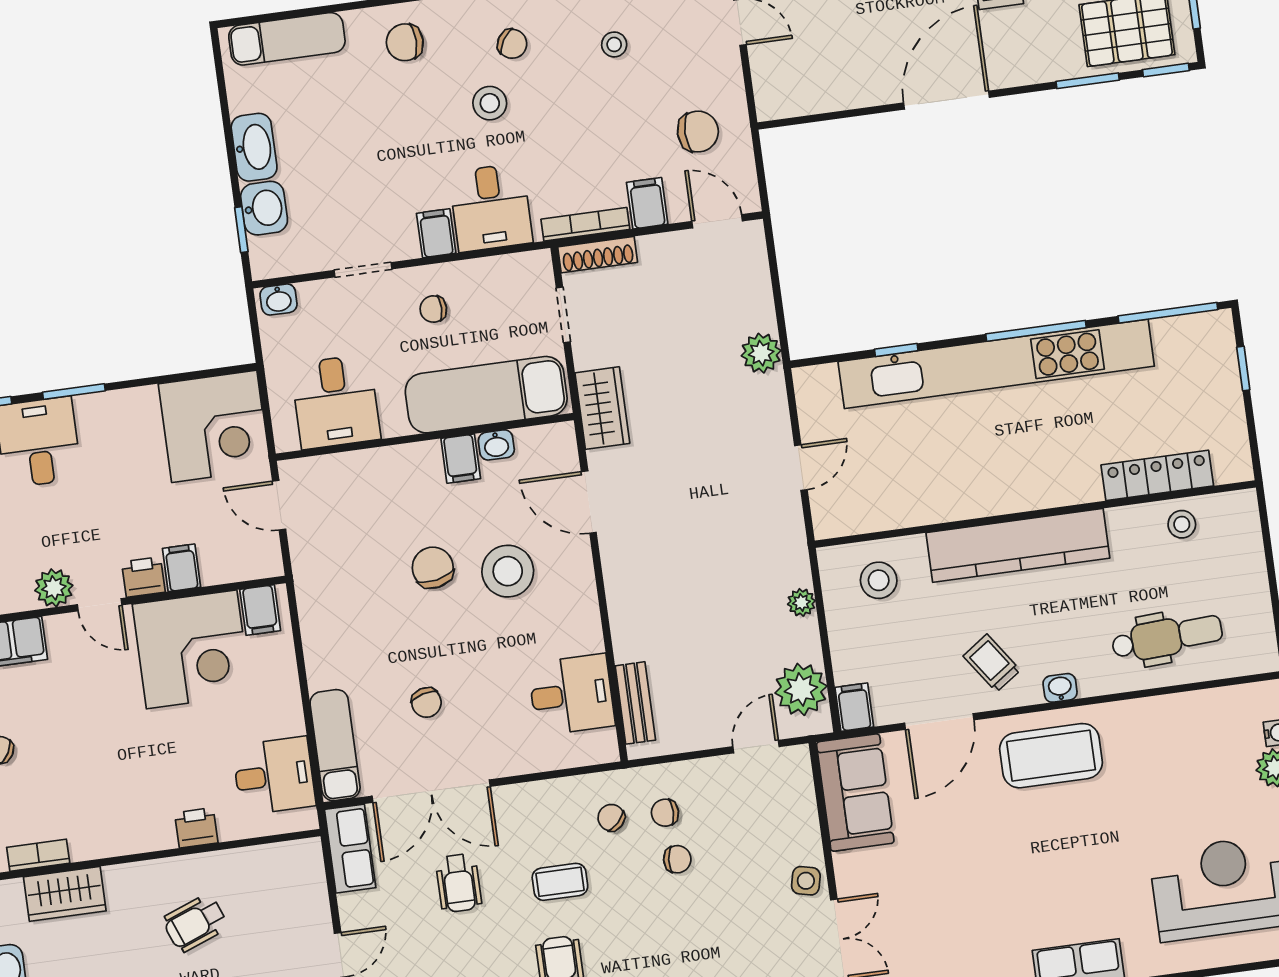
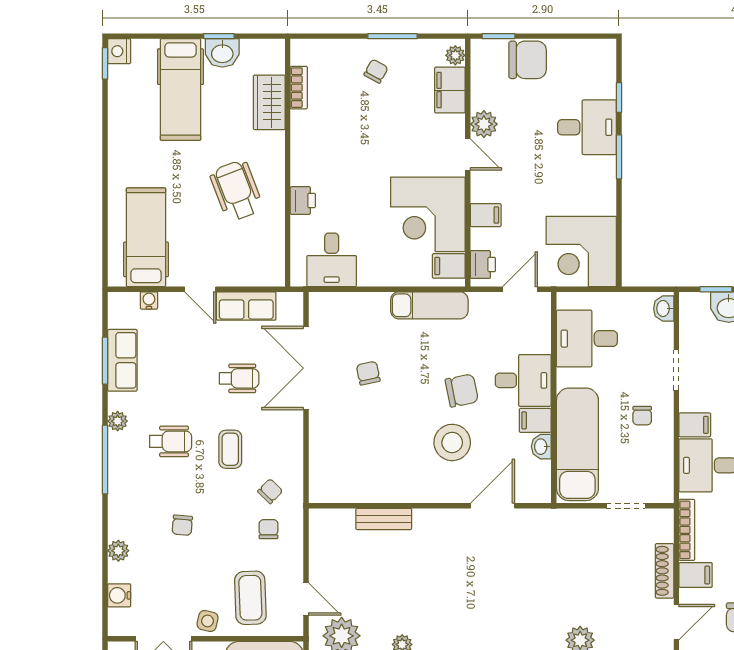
shoe rack: (598, 255) -> (665, 571), moved
chair: (433, 309) -> (642, 416), turned 180
wardrobe: (602, 408) -> (557, 524), removed
printer: (143, 577) -> (483, 265), moved
door: (100, 605) -> (468, 154), swing flipped
desk: (571, 695) -> (523, 380), moved, turned -90
chair: (426, 703) -> (368, 373), turned 93
bench: (635, 703) -> (384, 519), moved
exam couch: (335, 745) -> (429, 305), moved
coffee table: (765, 825) -> (250, 598), added
row of seats: (350, 849) -> (246, 306), moved
chair: (677, 859) -> (182, 525), moved
wheelchair: (459, 883) -> (239, 378), turned 180
wheelchair: (195, 923) -> (236, 191), width x1.36, depth x1.37

